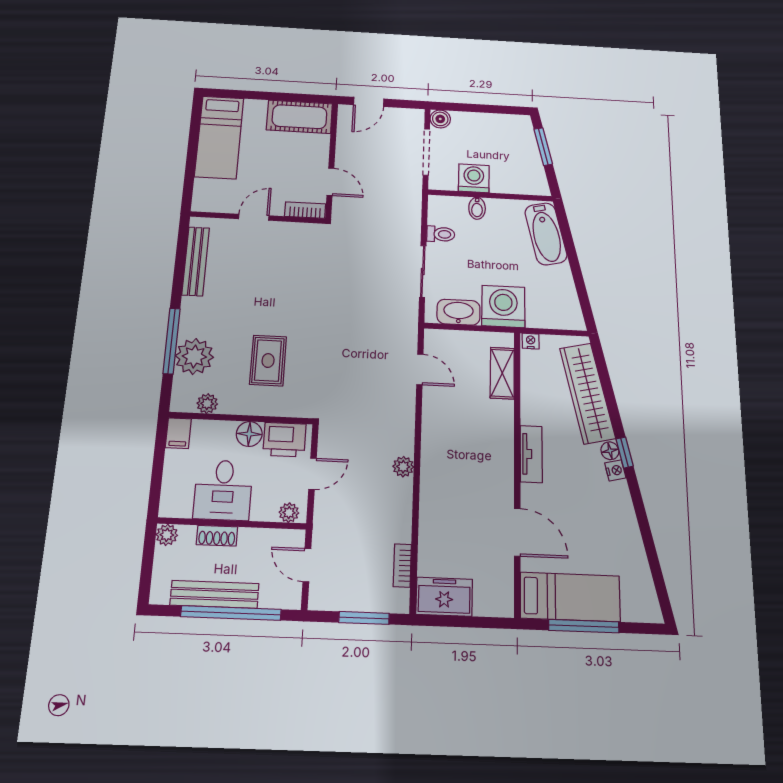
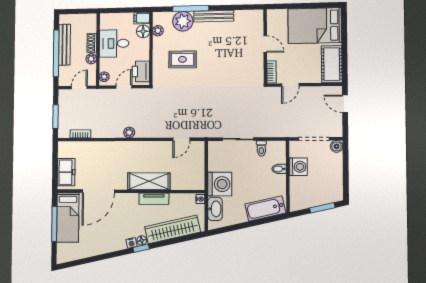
bed: (219, 137) -> (315, 26), width x1.50
bench: (196, 261) -> (214, 16), moved
washbasin: (458, 312) -> (215, 209), moved
shelving: (502, 373) -> (149, 181), moved, width x1.50, depth x1.33
floor lamp: (249, 434) -> (143, 31), moved
tv unit: (531, 454) -> (154, 199), moved
door: (312, 474) -> (124, 87), swing flipped
door: (517, 532) -> (98, 191), width x1.36
plant: (167, 535) -> (91, 59), moved
freezer: (444, 597) -> (66, 172), moved

